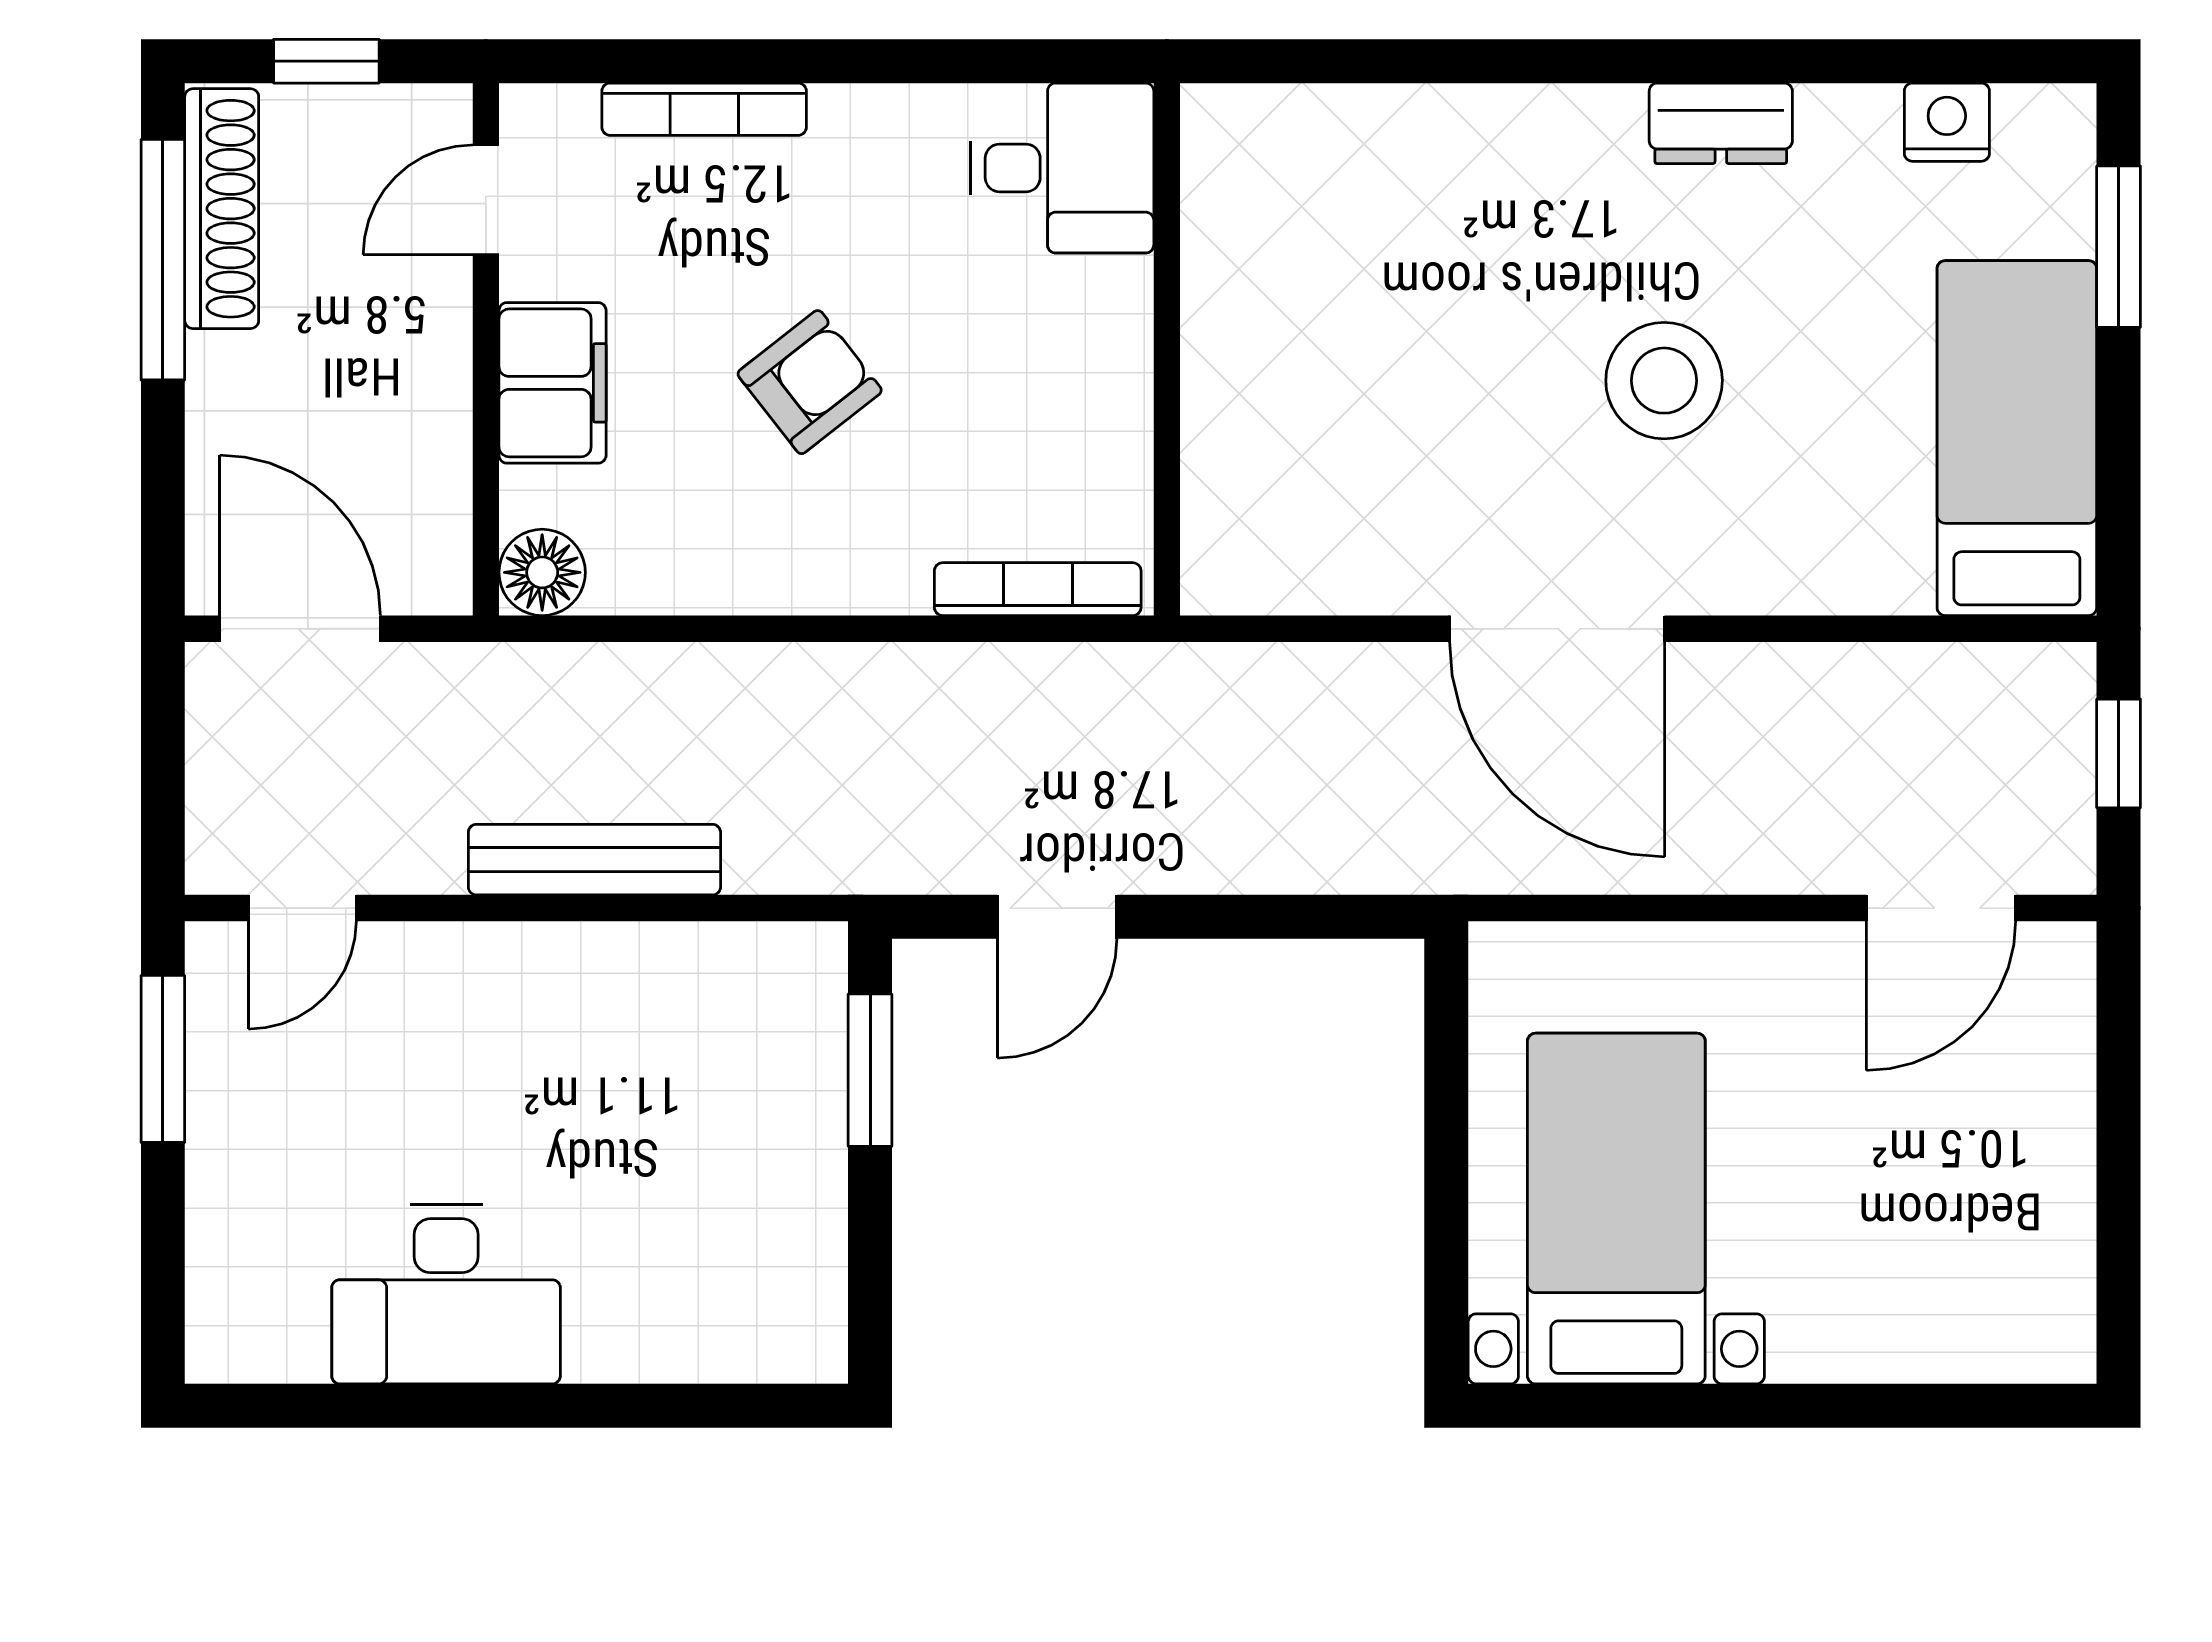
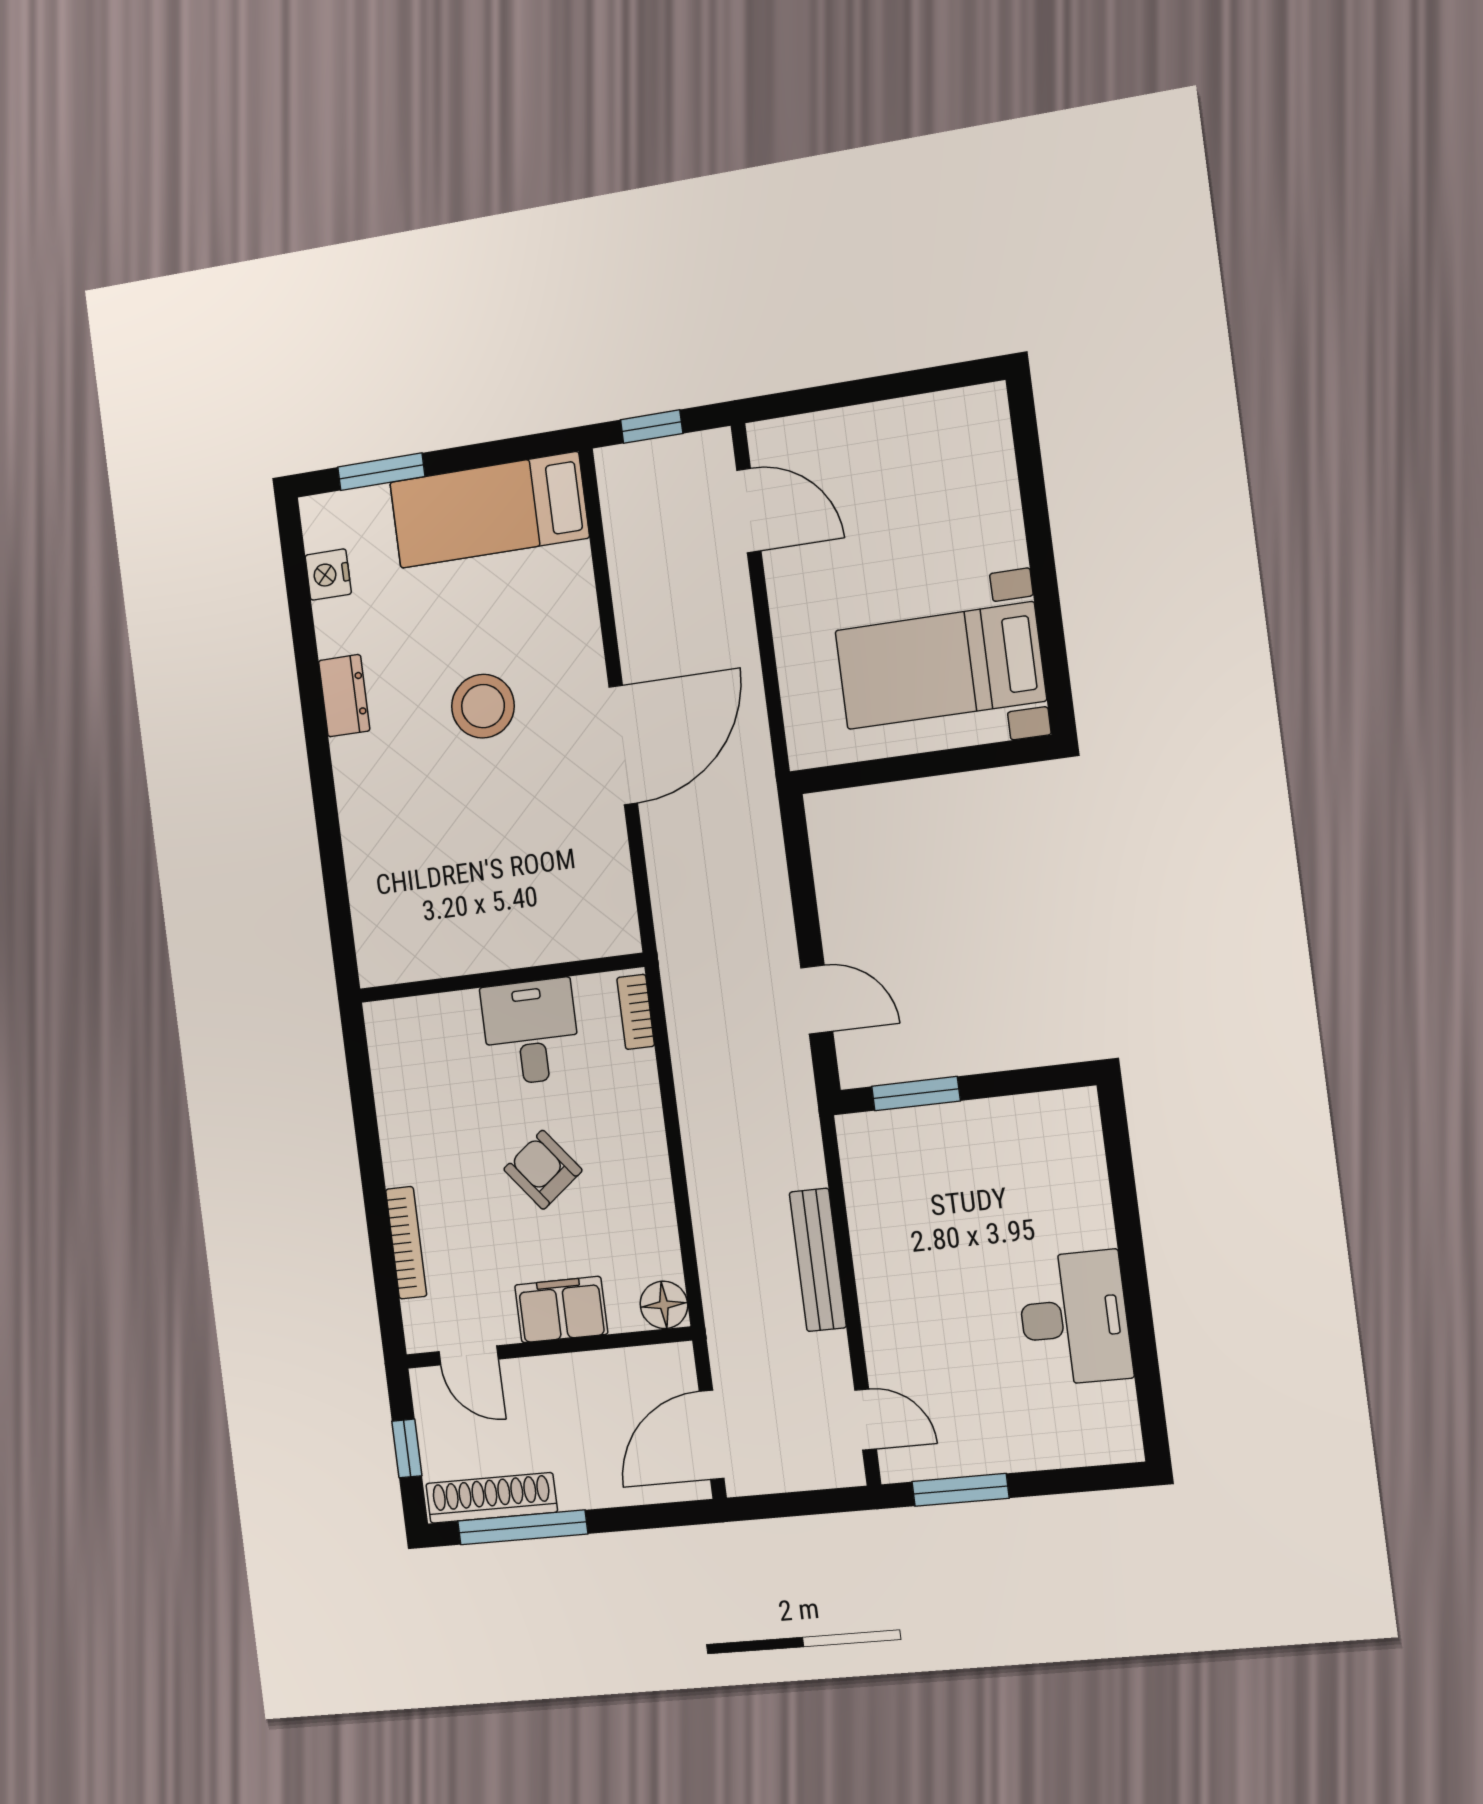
desk: (1062, 168) -> (531, 1032), moved
bookcase: (1038, 589) -> (636, 1012), width x0.64

